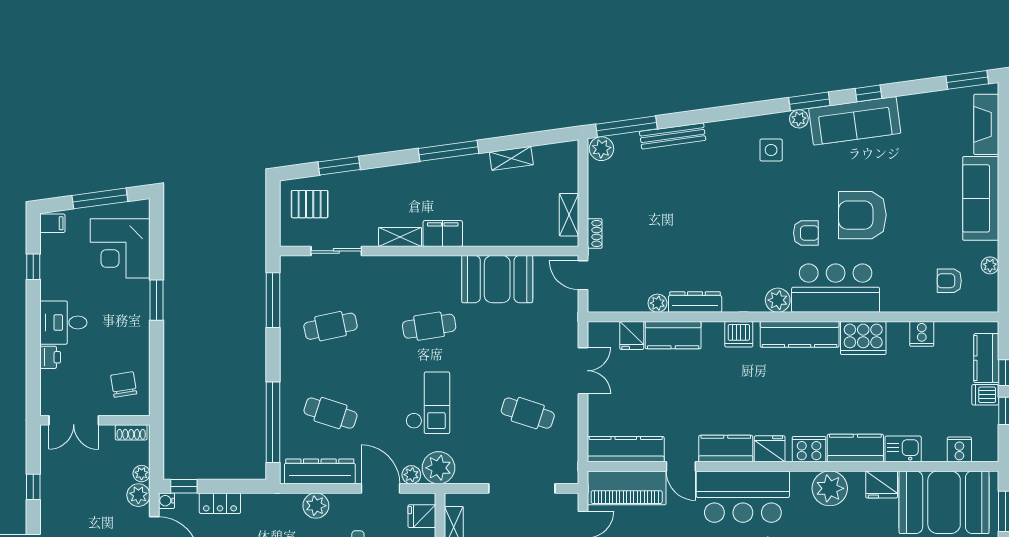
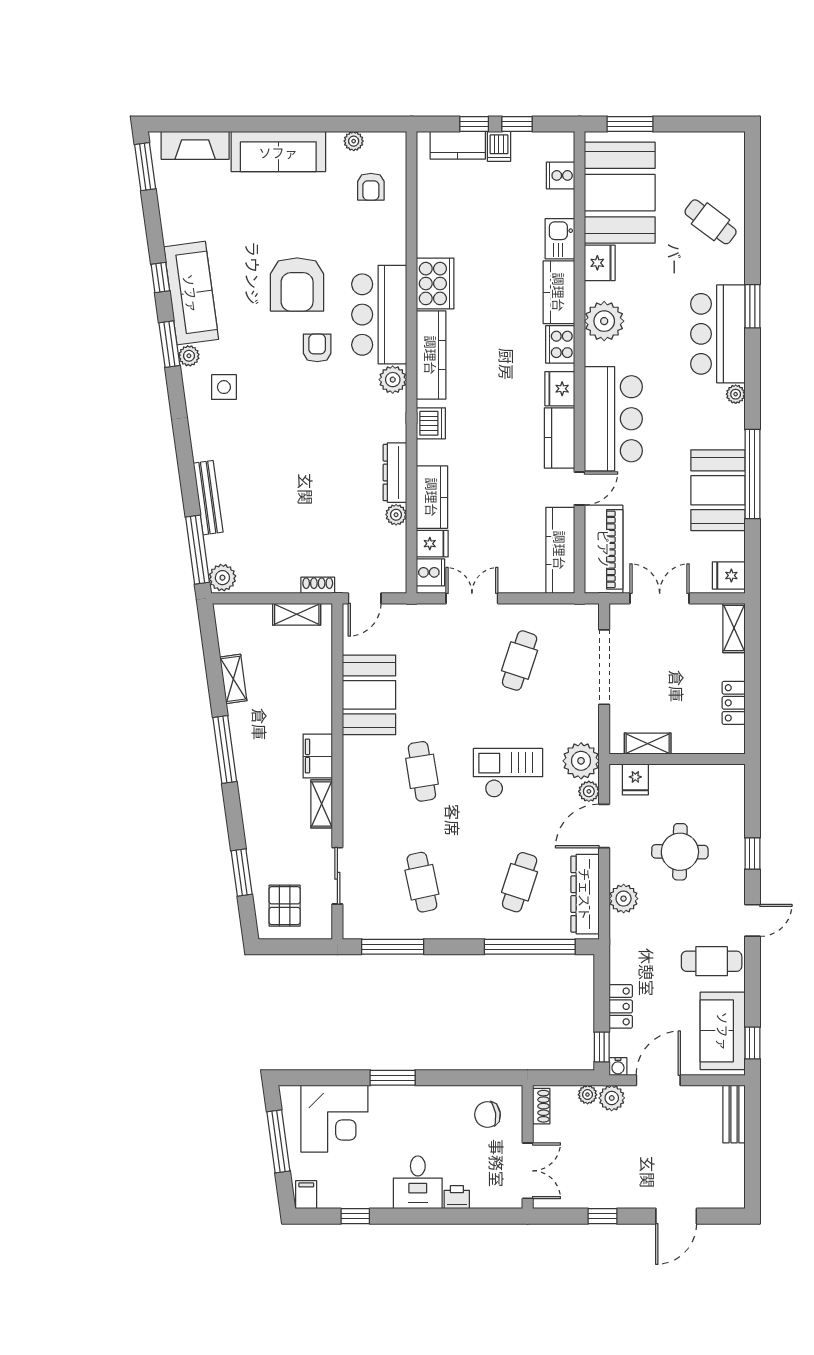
cooker: (922, 334) -> (431, 572), moved

